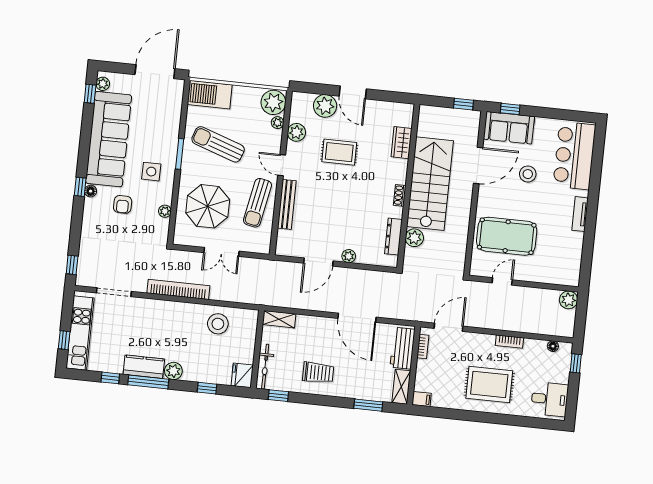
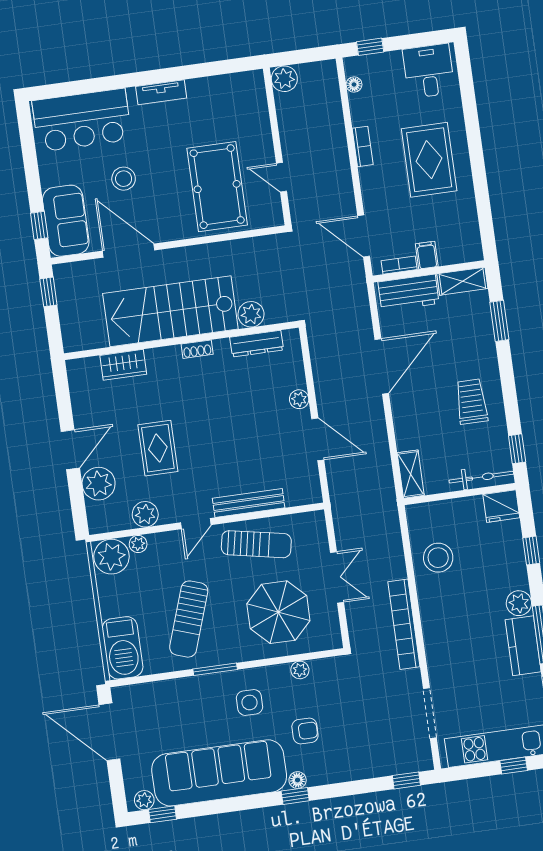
filing cabinet: (422, 399) -> (427, 255), moved

